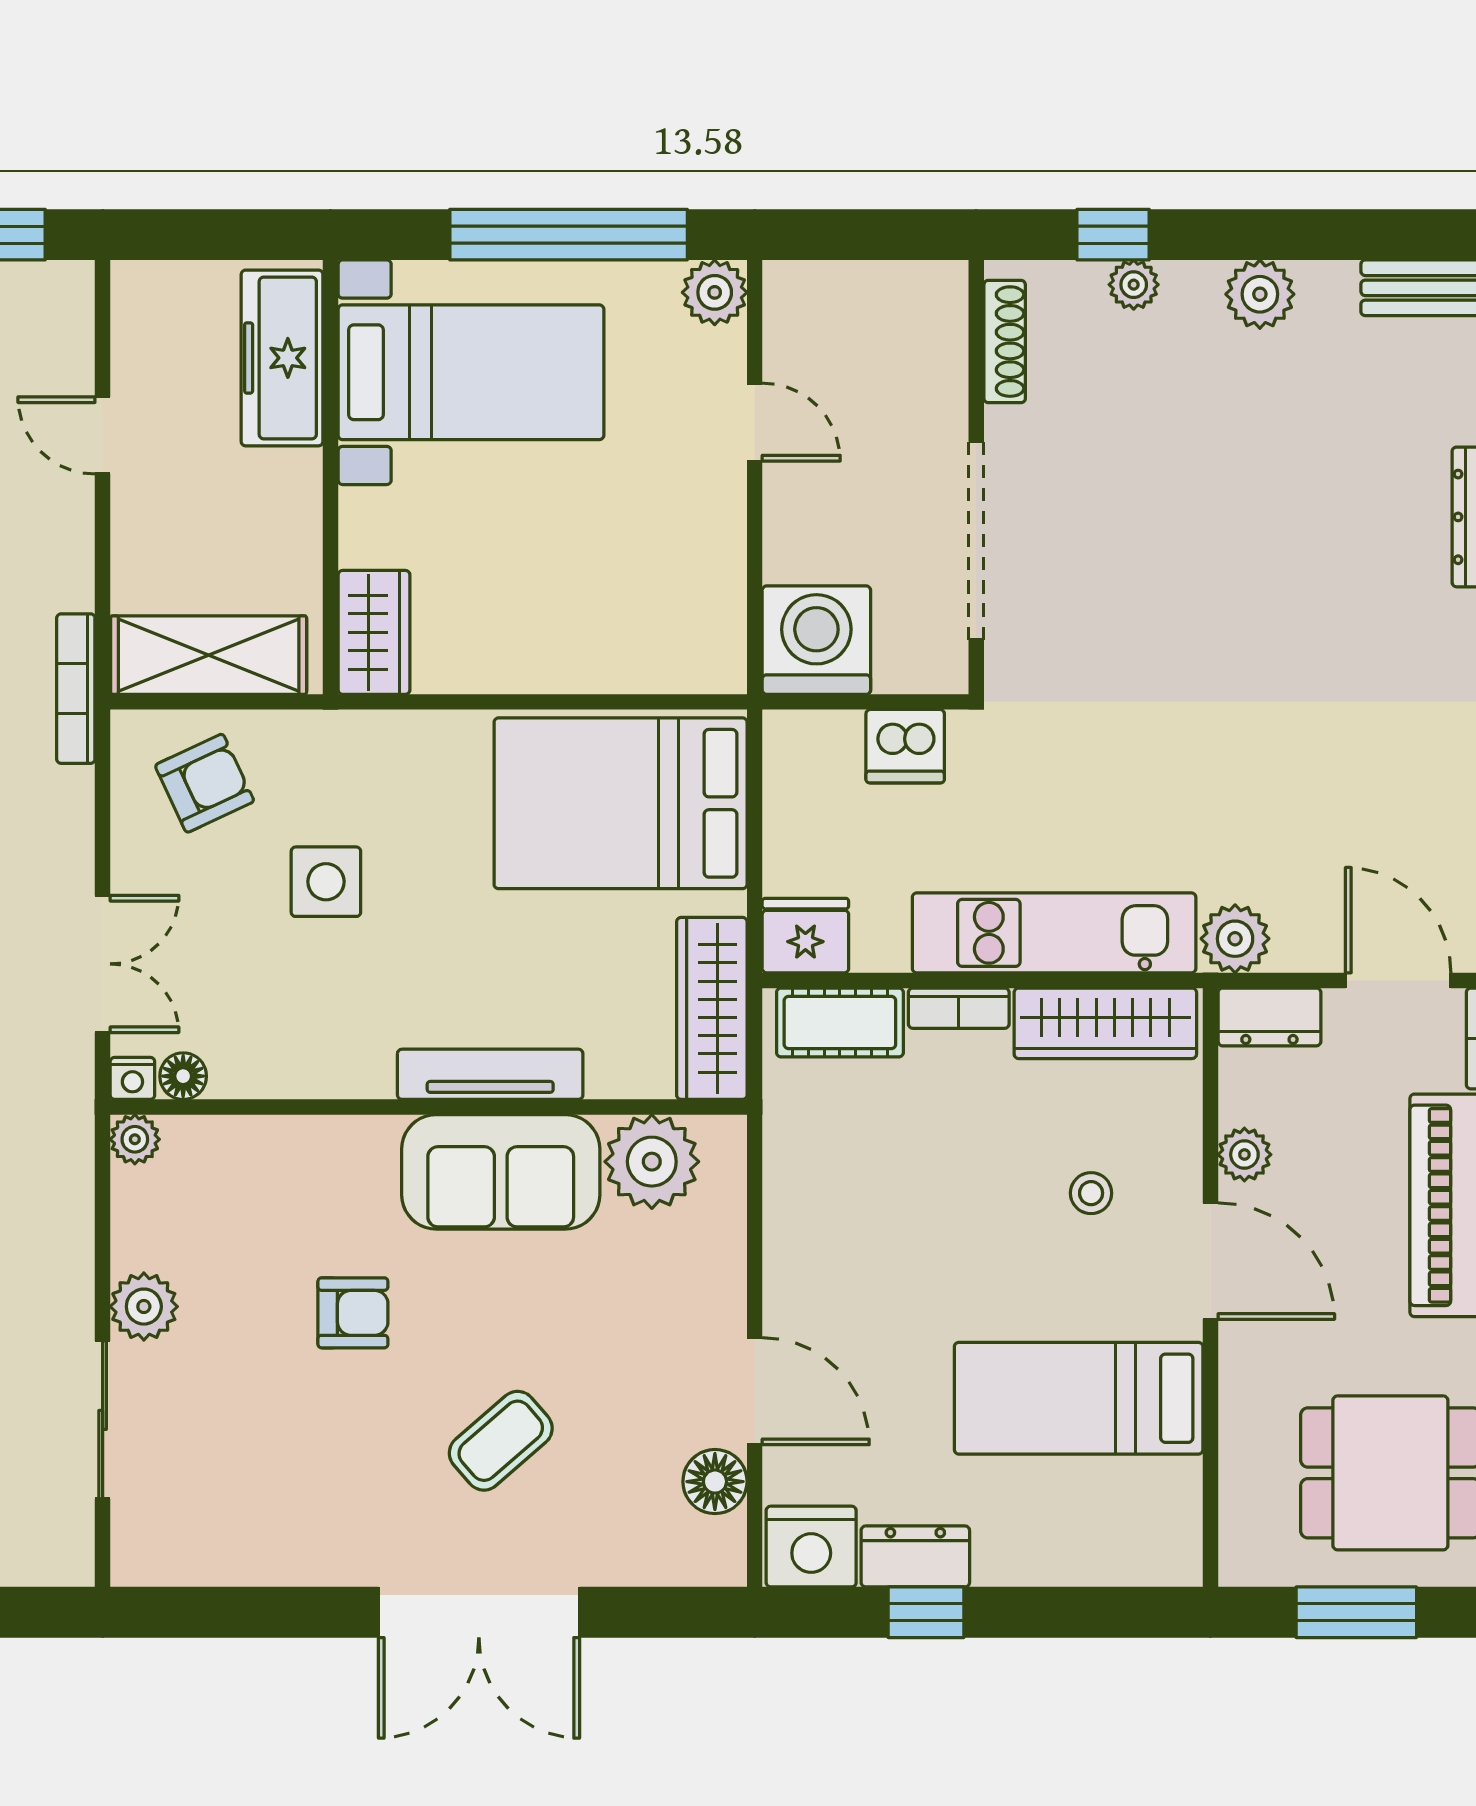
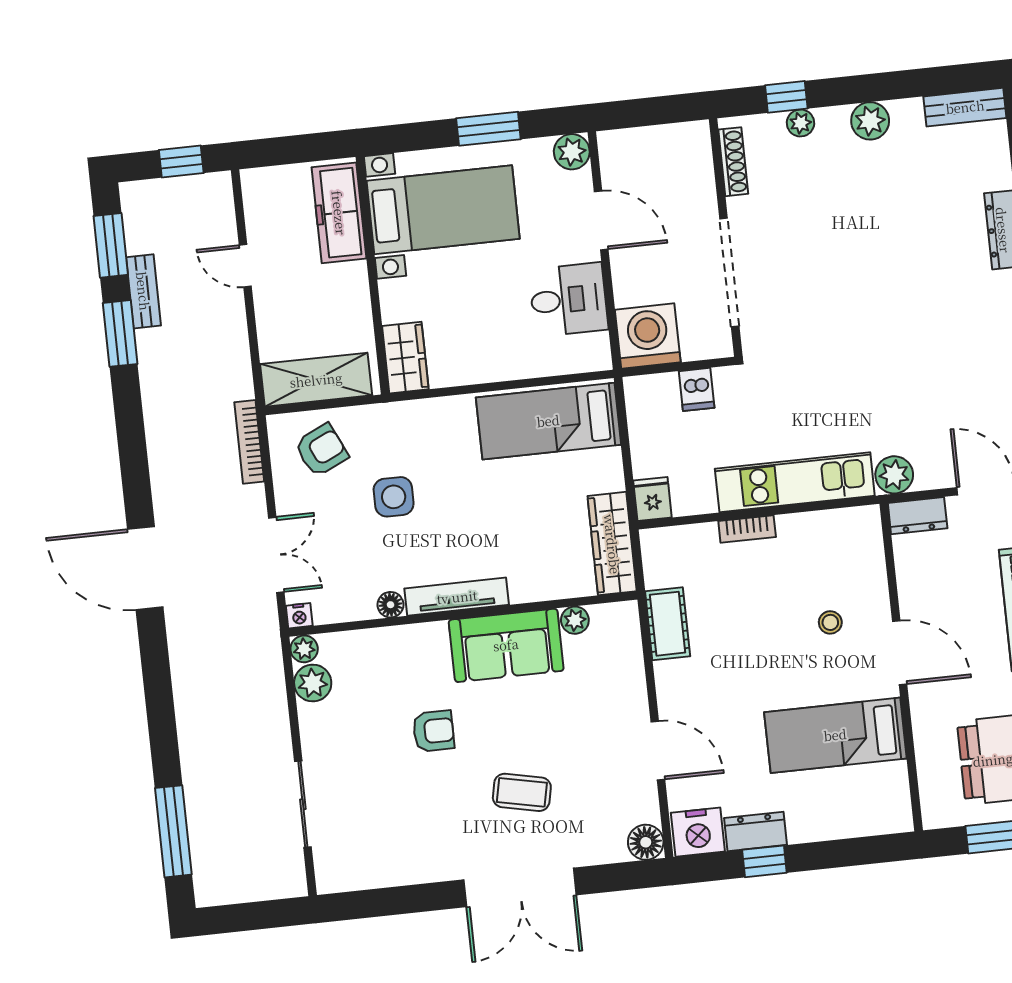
window: (569, 235) -> (488, 129), width x0.47
door: (755, 422) -> (601, 220), width x1.38
desk: (680, 559) -> (568, 300), added
bookcase: (76, 689) -> (249, 442), moved
dishwasher: (905, 746) -> (697, 389), width x0.73
bed: (621, 803) -> (548, 421), width x0.67
fridge: (805, 936) -> (652, 499), width x0.72
cot: (840, 1022) -> (668, 624), moved, turned 90
wardrobe: (1105, 1023) -> (828, 529), removed
tv unit: (490, 1074) -> (457, 597), moved
floor lamp: (183, 1076) -> (390, 605), moved
plant: (1244, 1155) -> (912, 592), removed
plant: (652, 1162) -> (575, 620), width x0.53, depth x0.53
plant: (144, 1307) -> (313, 683), moved
coffee table: (501, 1441) -> (522, 792), turned 53
floor lamp: (715, 1482) -> (646, 842), moved

